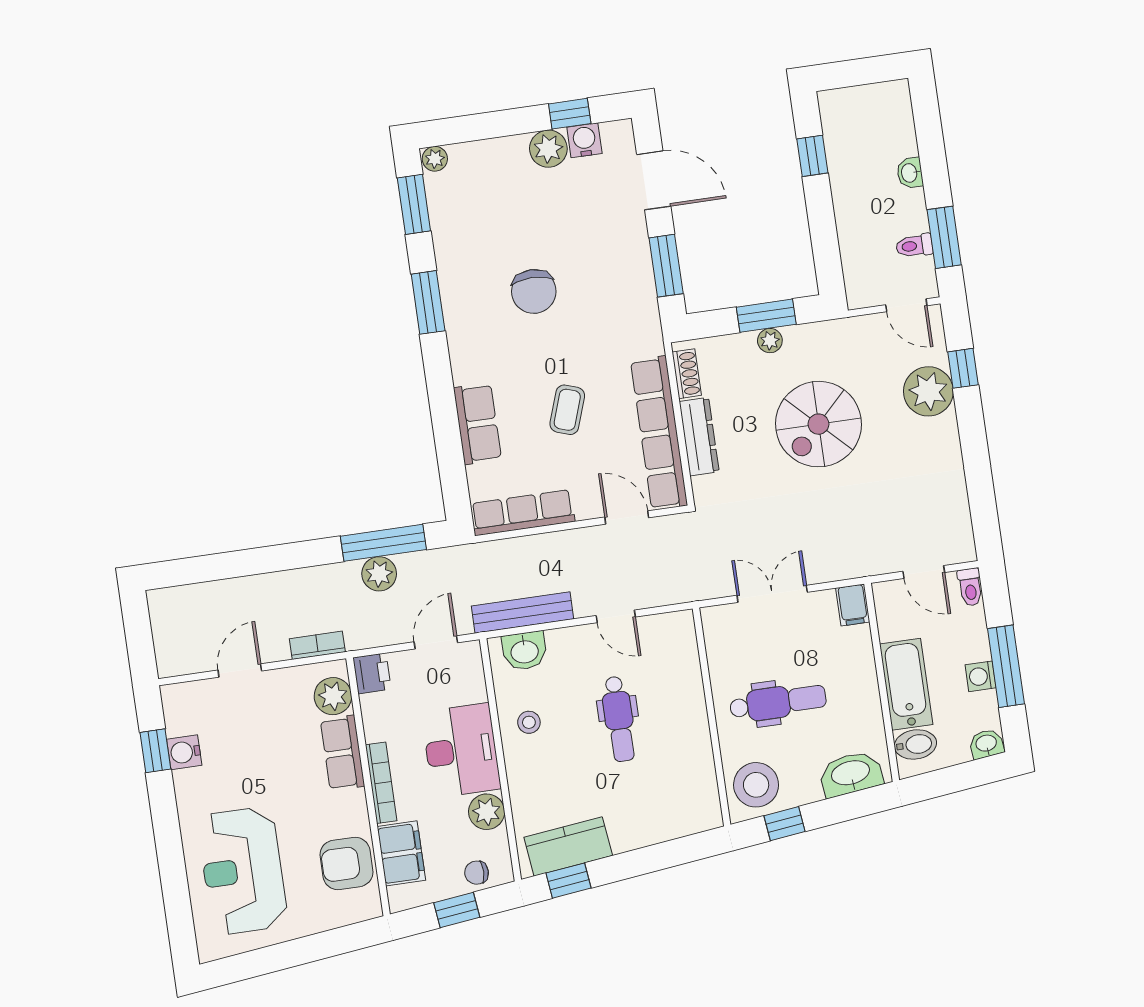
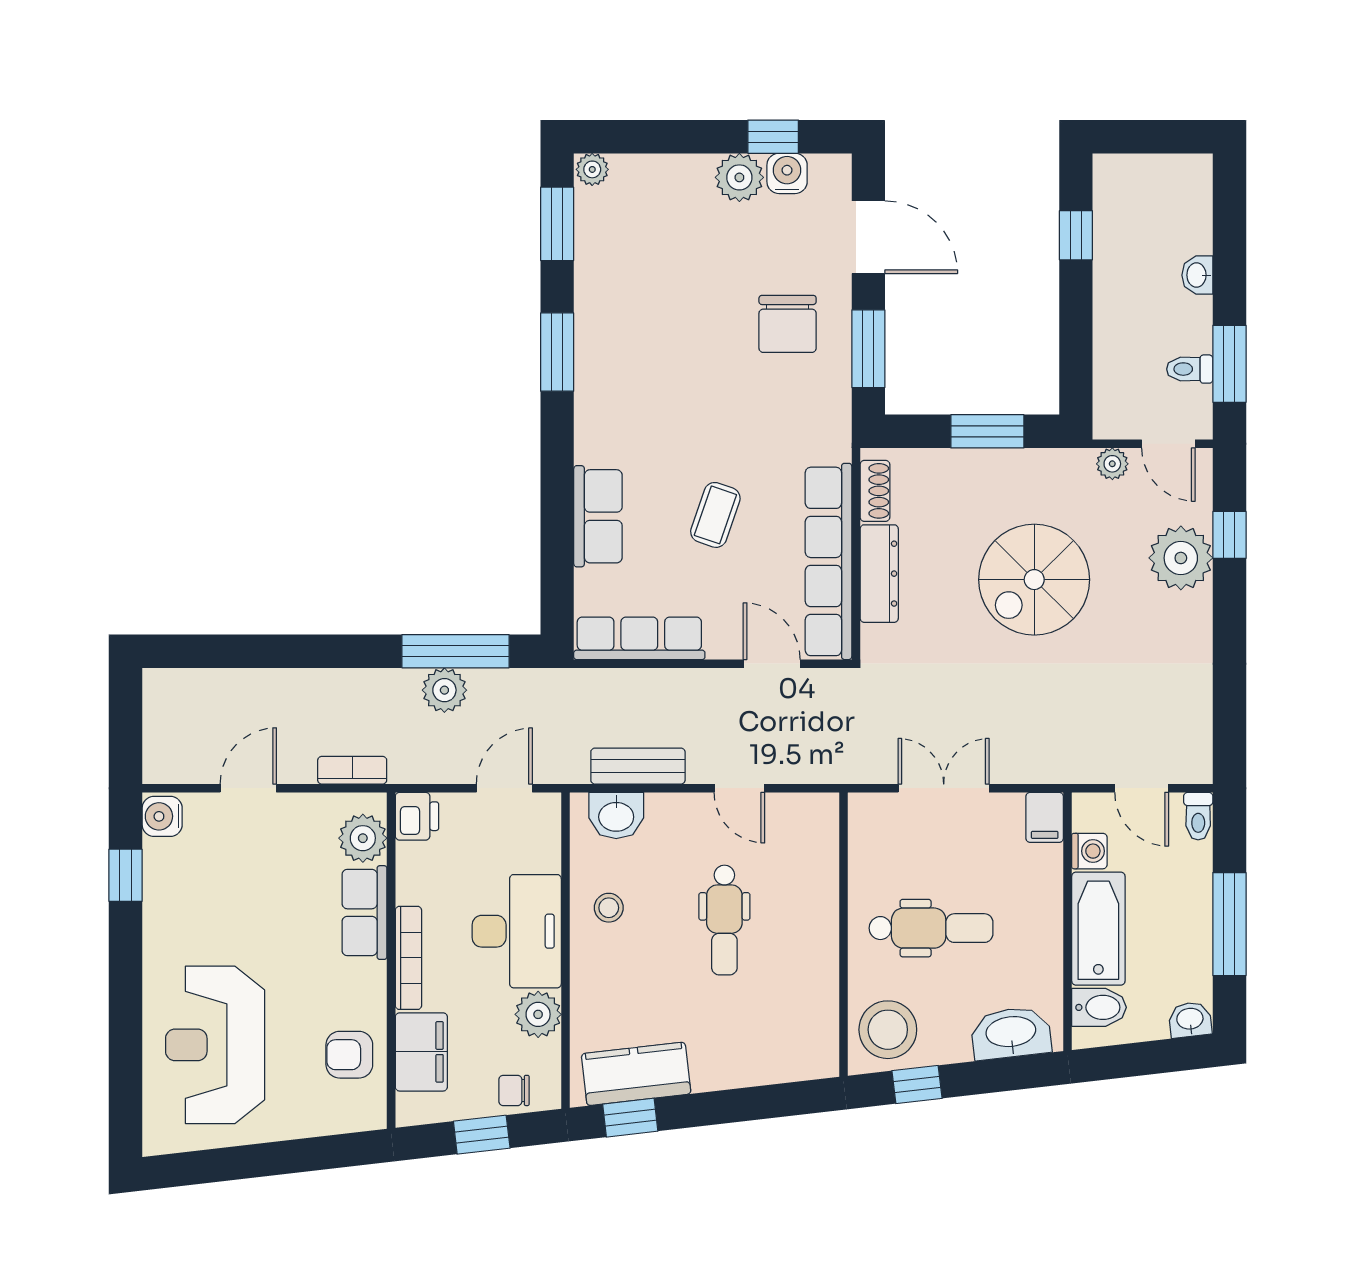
chair: (534, 291) -> (788, 324), moved
plant: (770, 341) -> (1112, 464), moved
bench: (523, 612) -> (638, 766), width x0.73
washing machine: (981, 676) -> (1089, 851), moved, turned 180
water cooler: (184, 752) -> (162, 816), moved
armchair: (346, 863) -> (349, 1055), width x0.72, depth x0.72

